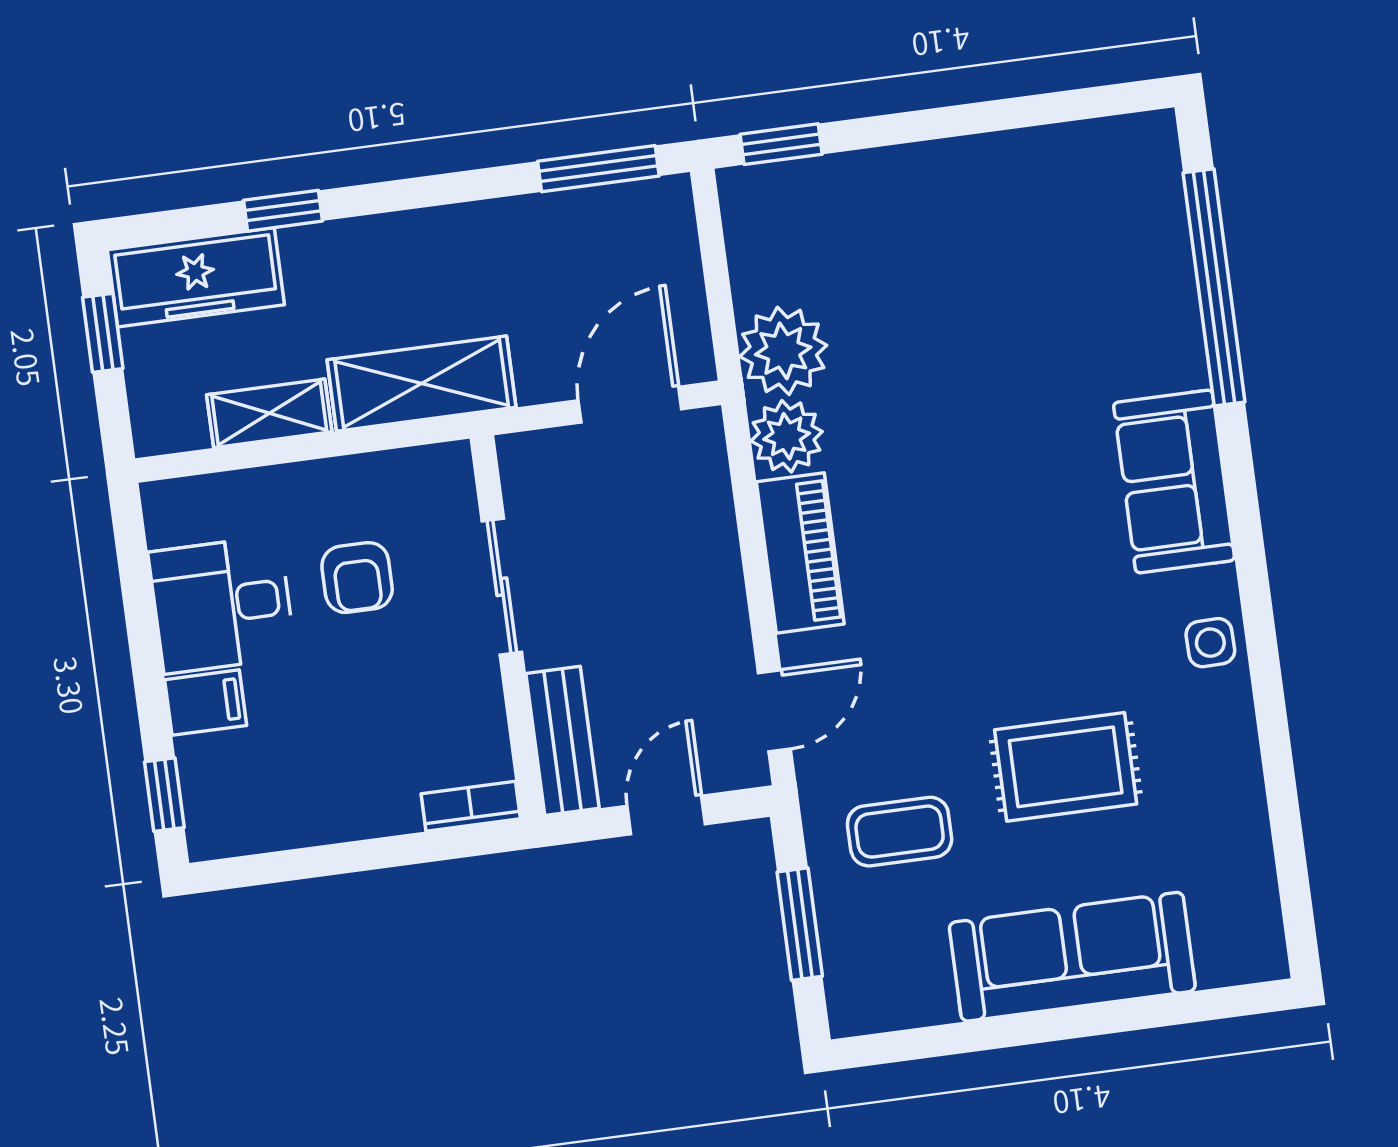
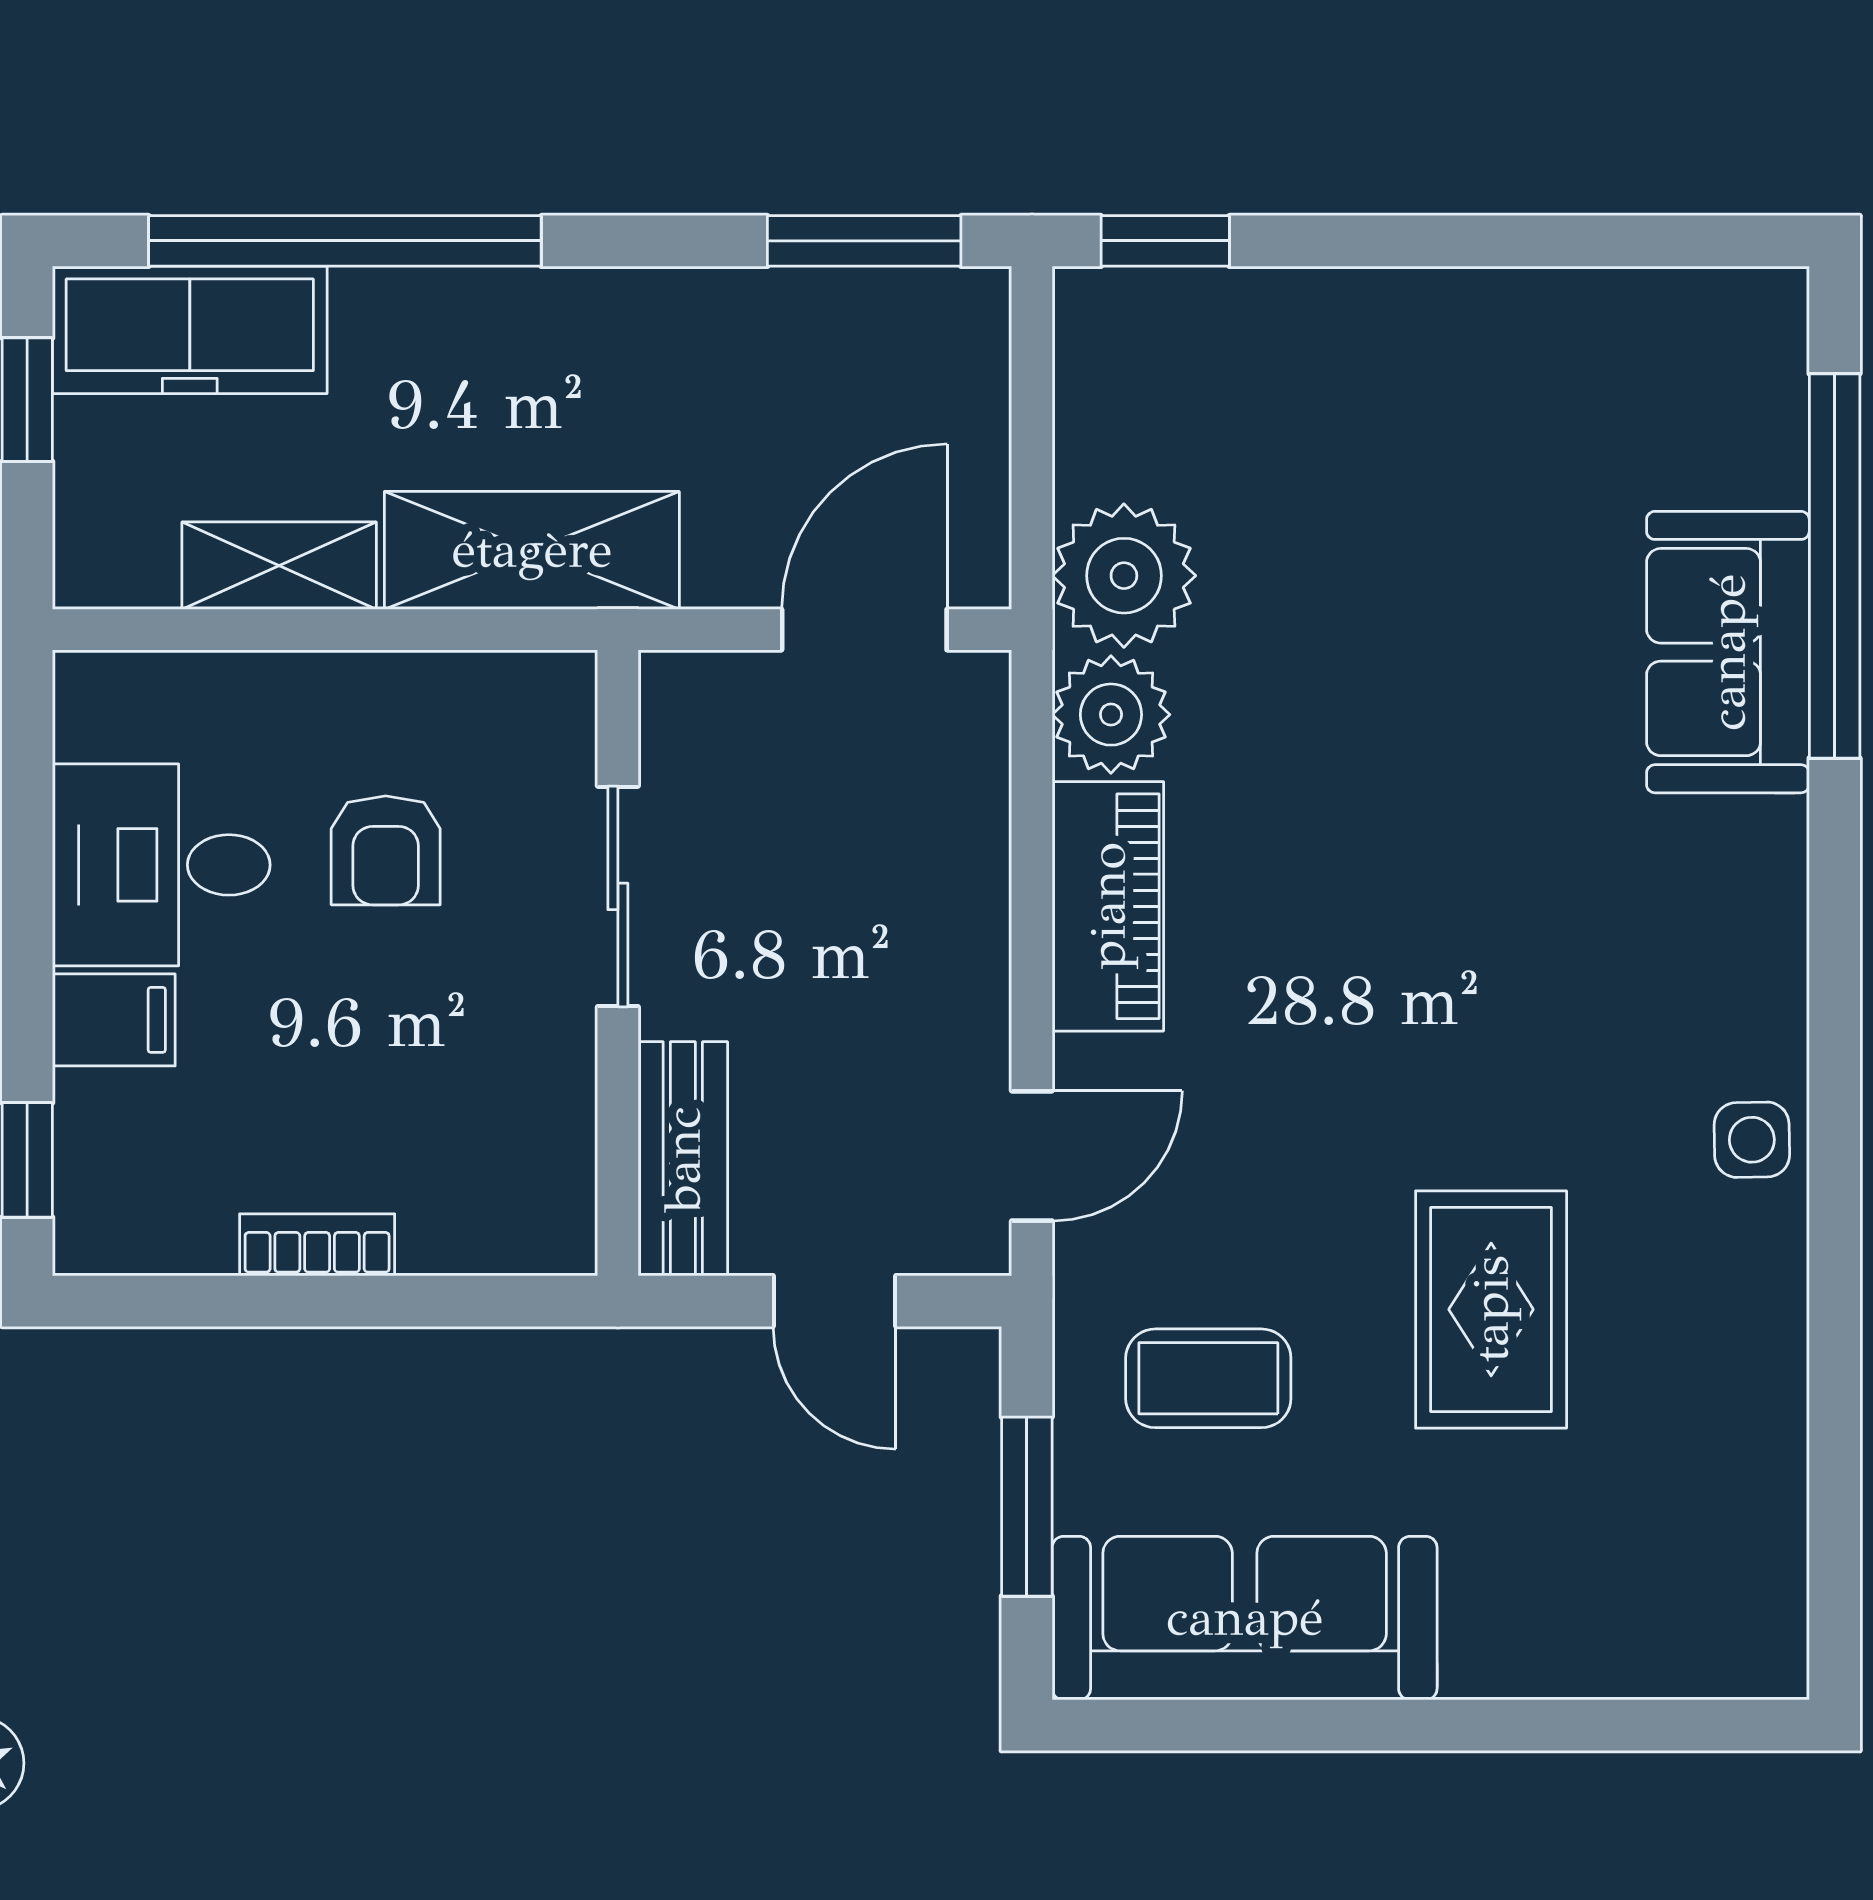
window: (283, 211) -> (345, 241), width x3.17
sofa: (1174, 482) -> (1728, 652), moved
rug: (1066, 767) -> (1491, 1309), turned 90
bookcase: (471, 806) -> (317, 1245), moved
door: (666, 815) -> (834, 1301), swing flipped
sofa: (1072, 957) -> (1245, 1618), moved

